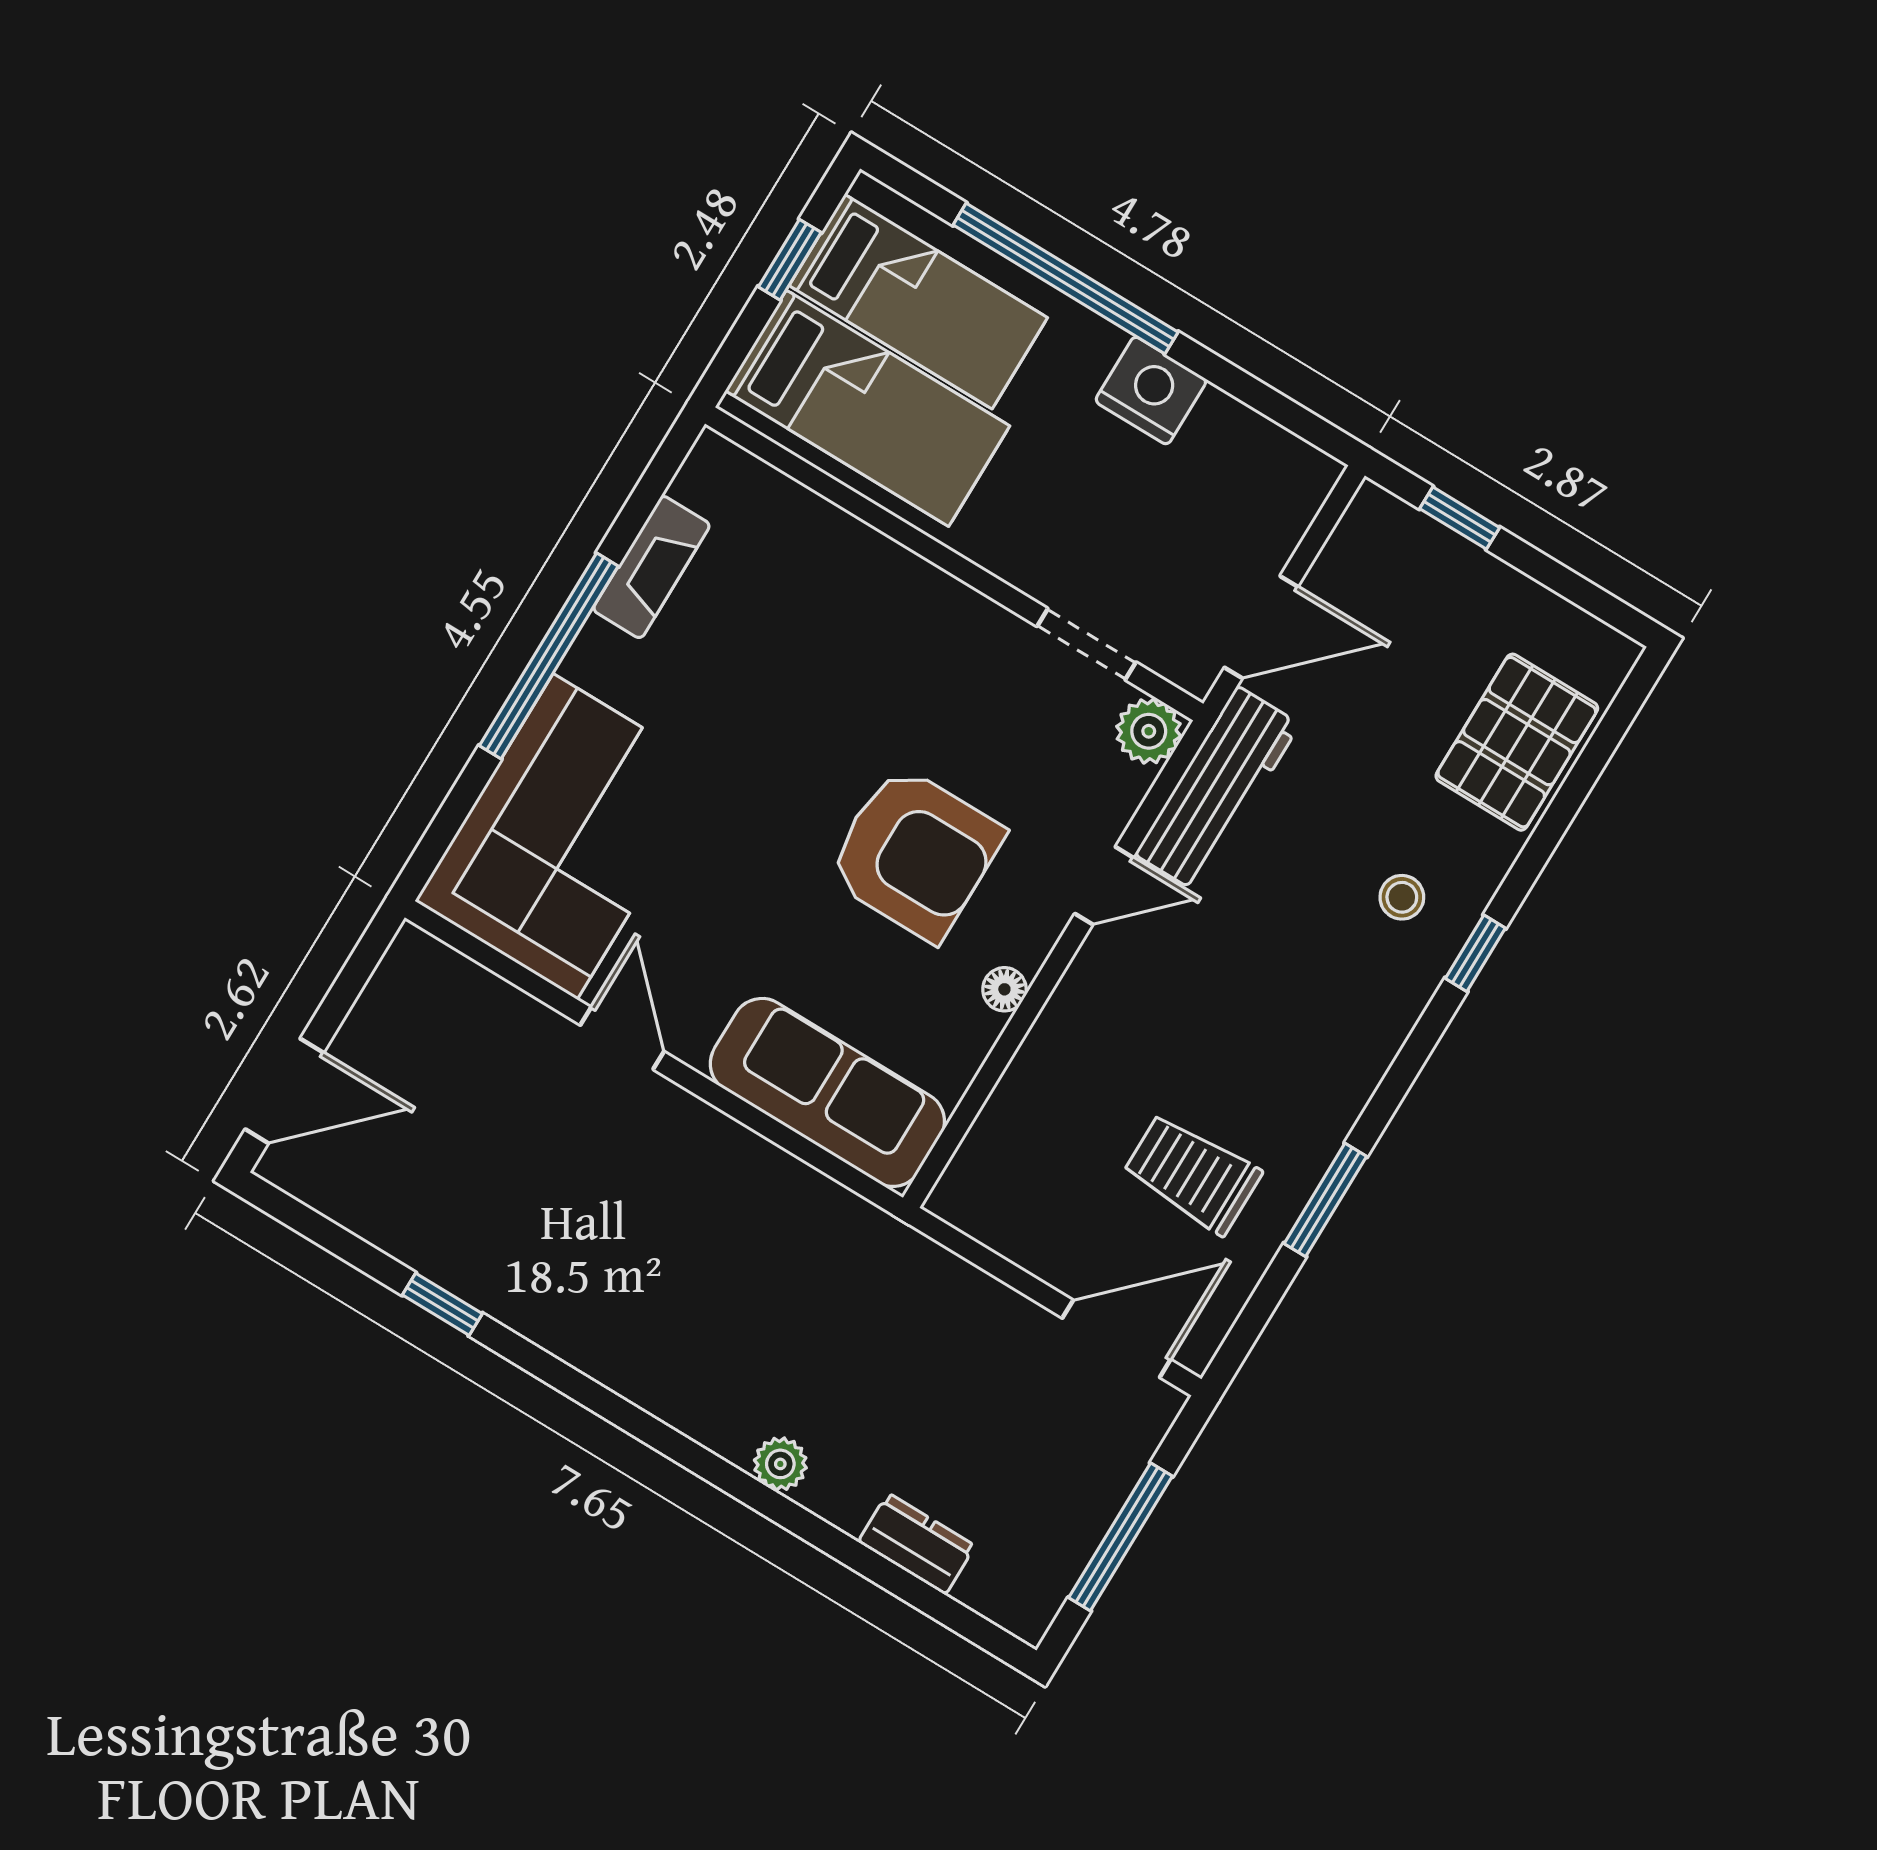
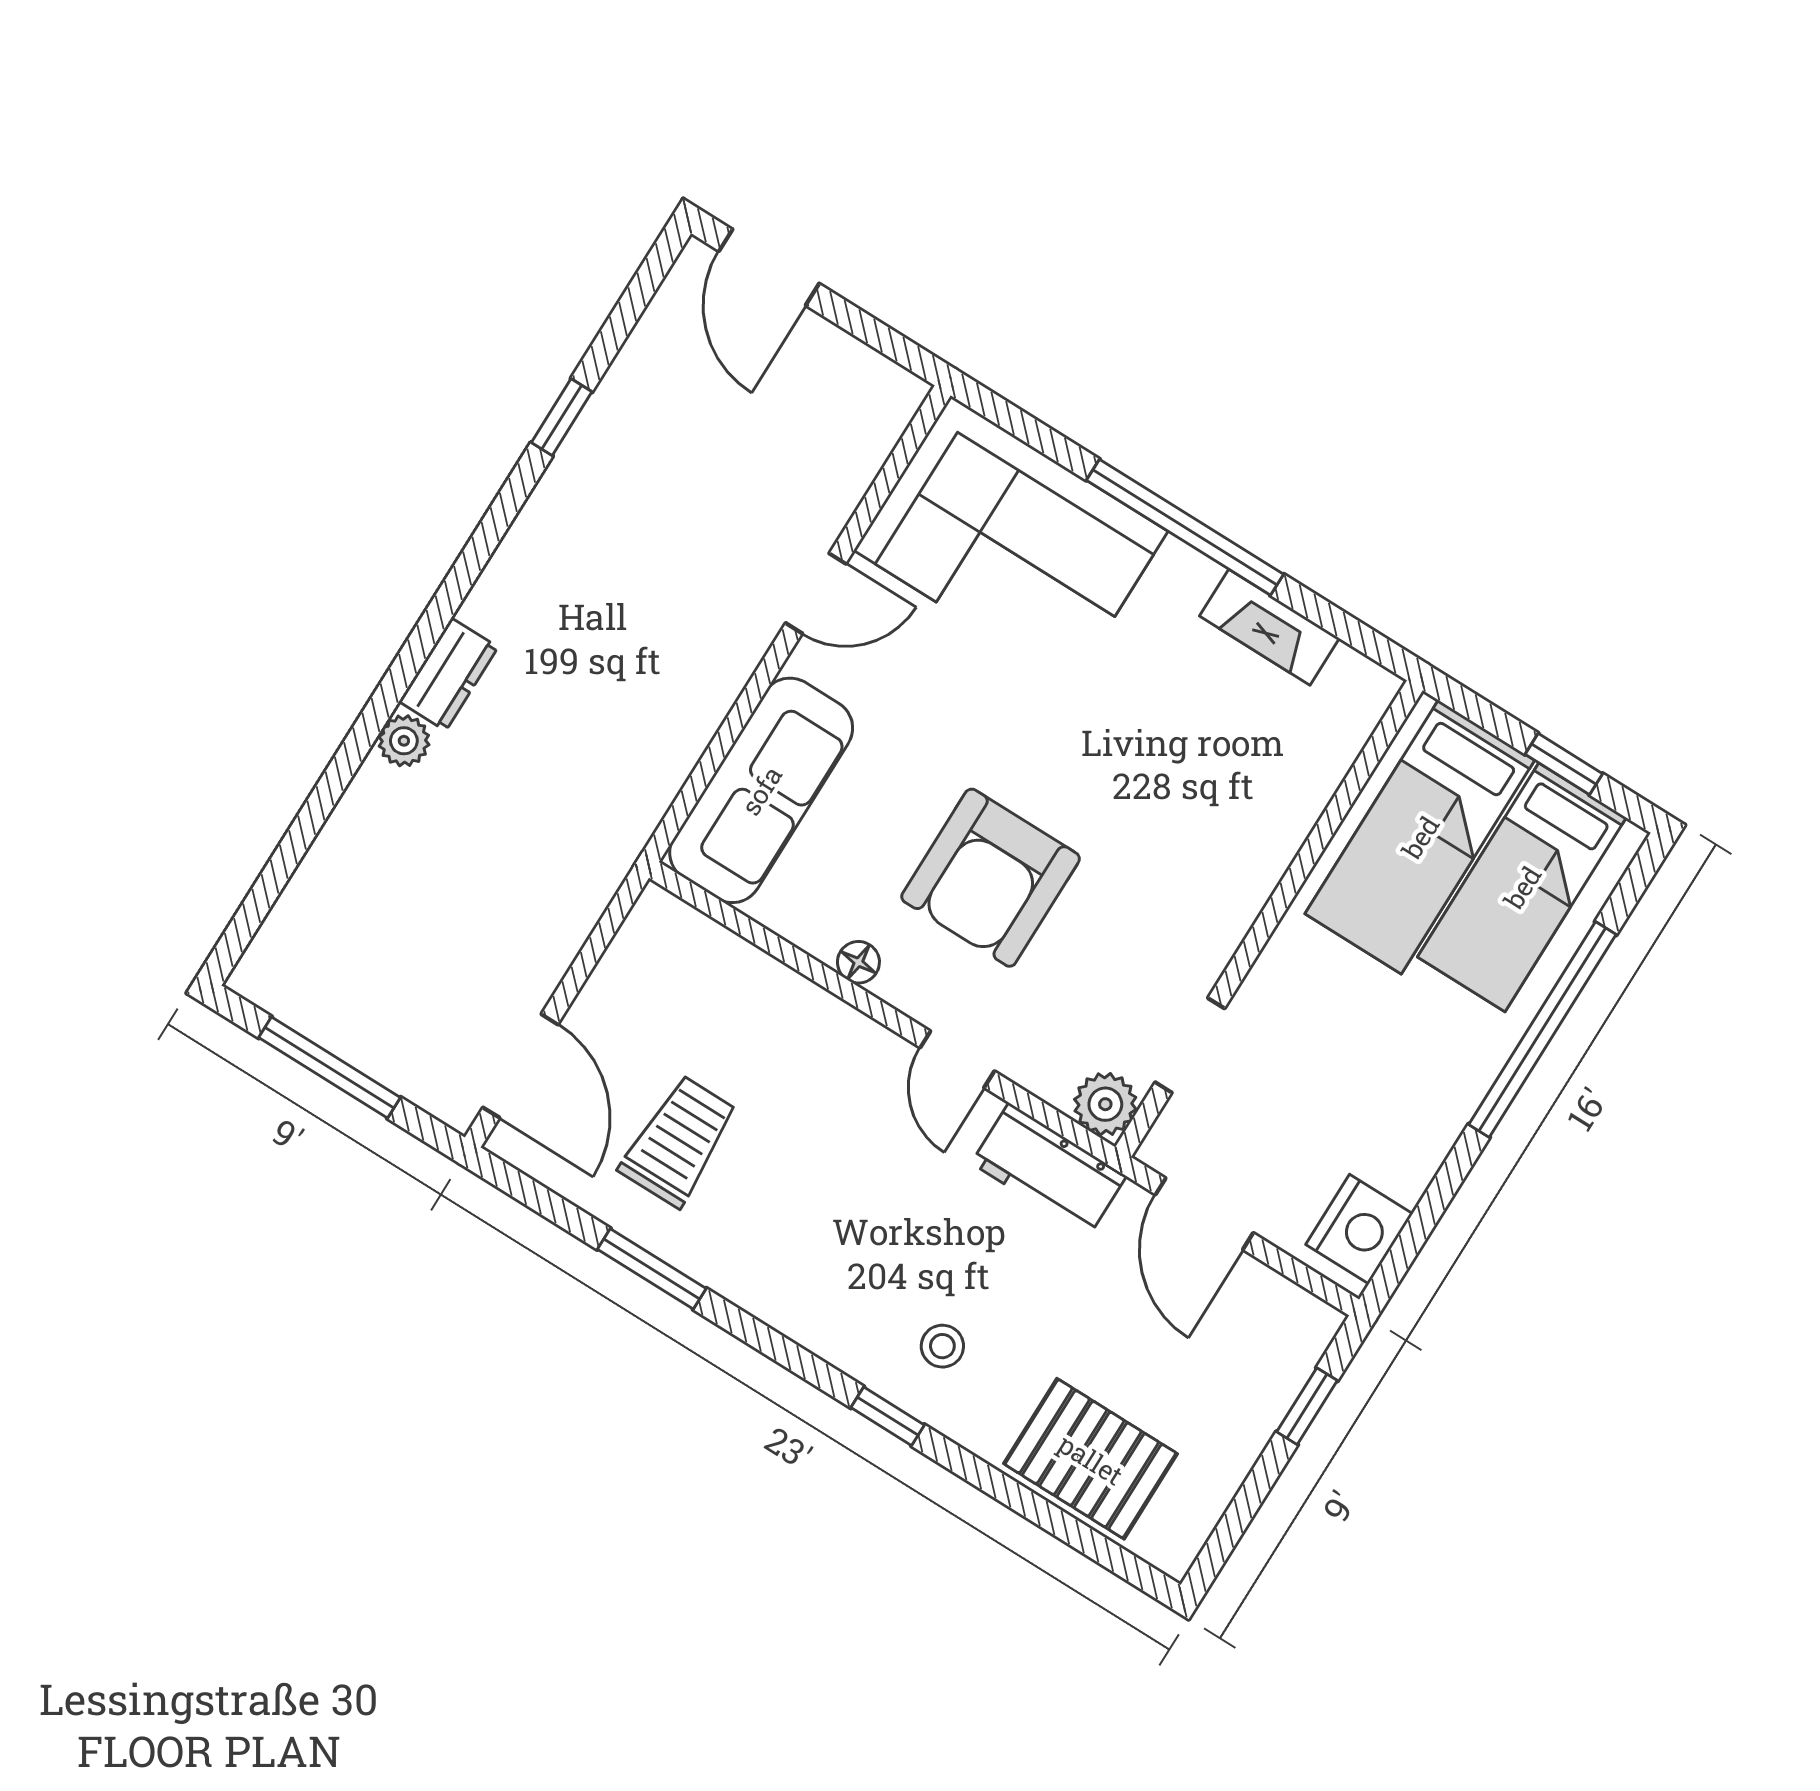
nightstand: (1151, 391) -> (1359, 1229), moved
workbench: (1217, 789) -> (1049, 1170), width x0.73
dresser: (917, 1544) -> (448, 674), moved

